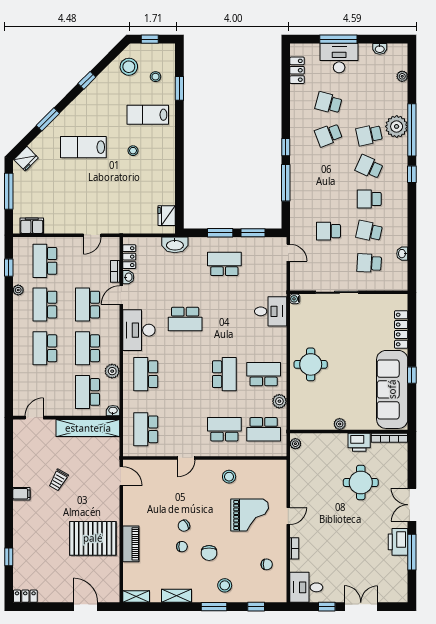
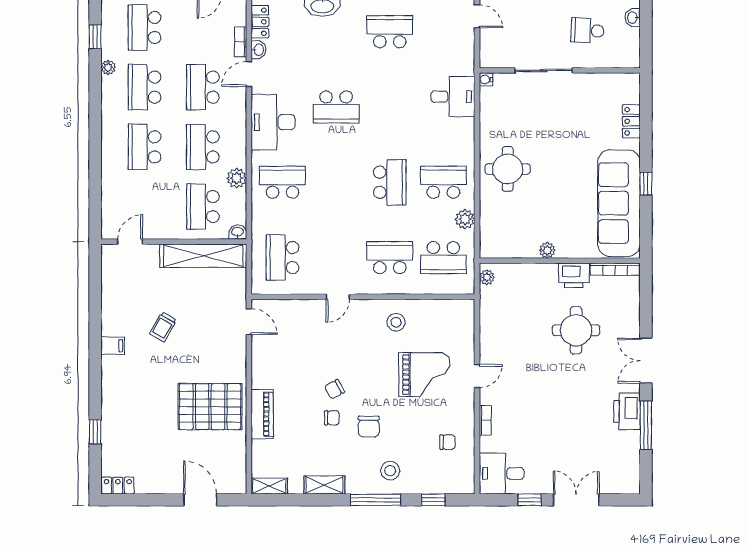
locker: (401, 329) -> (631, 121), width x0.66
school desk: (146, 374) -> (282, 182), turned 90
window: (214, 607) -> (375, 500), width x1.44

